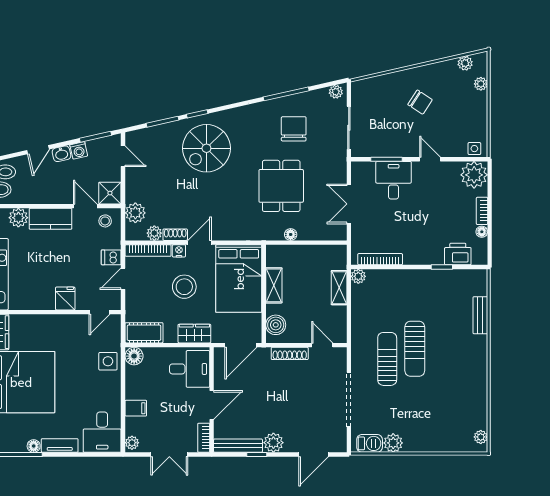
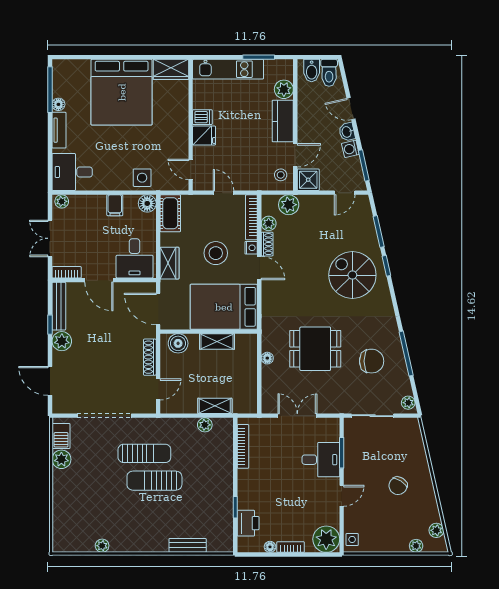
dishwasher: (111, 257) -> (202, 117), moved, turned 90
plant: (358, 276) -> (205, 425), moved
filing cabinet: (136, 408) -> (115, 205), moved
plant: (481, 437) -> (102, 546), moved

